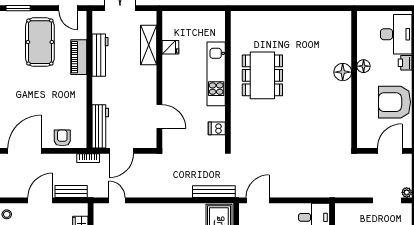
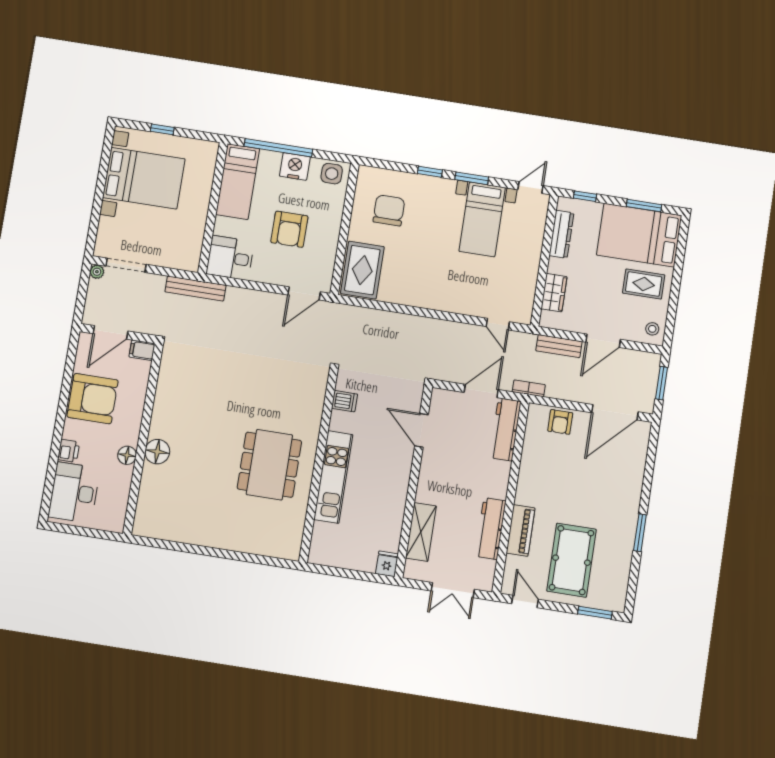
fridge: (170, 47) -> (387, 564), moved, turned 90
filing cabinet: (365, 142) -> (142, 350), added
bench: (214, 192) -> (196, 288), moved

